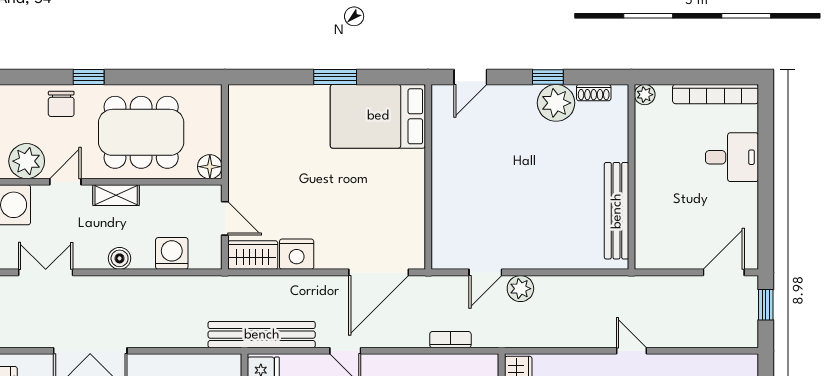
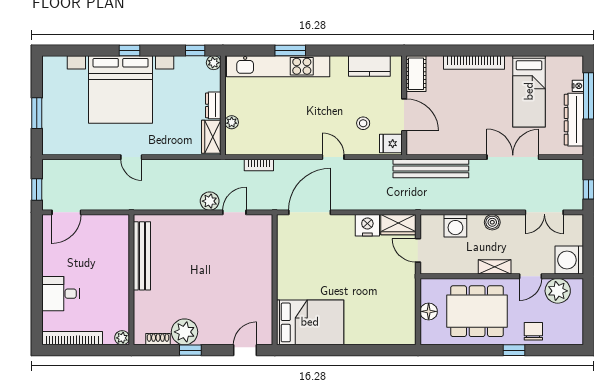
window: (335, 77) -> (340, 350), removed
floor lamp: (210, 167) -> (429, 311), moved
bench: (262, 335) -> (431, 169), moved

